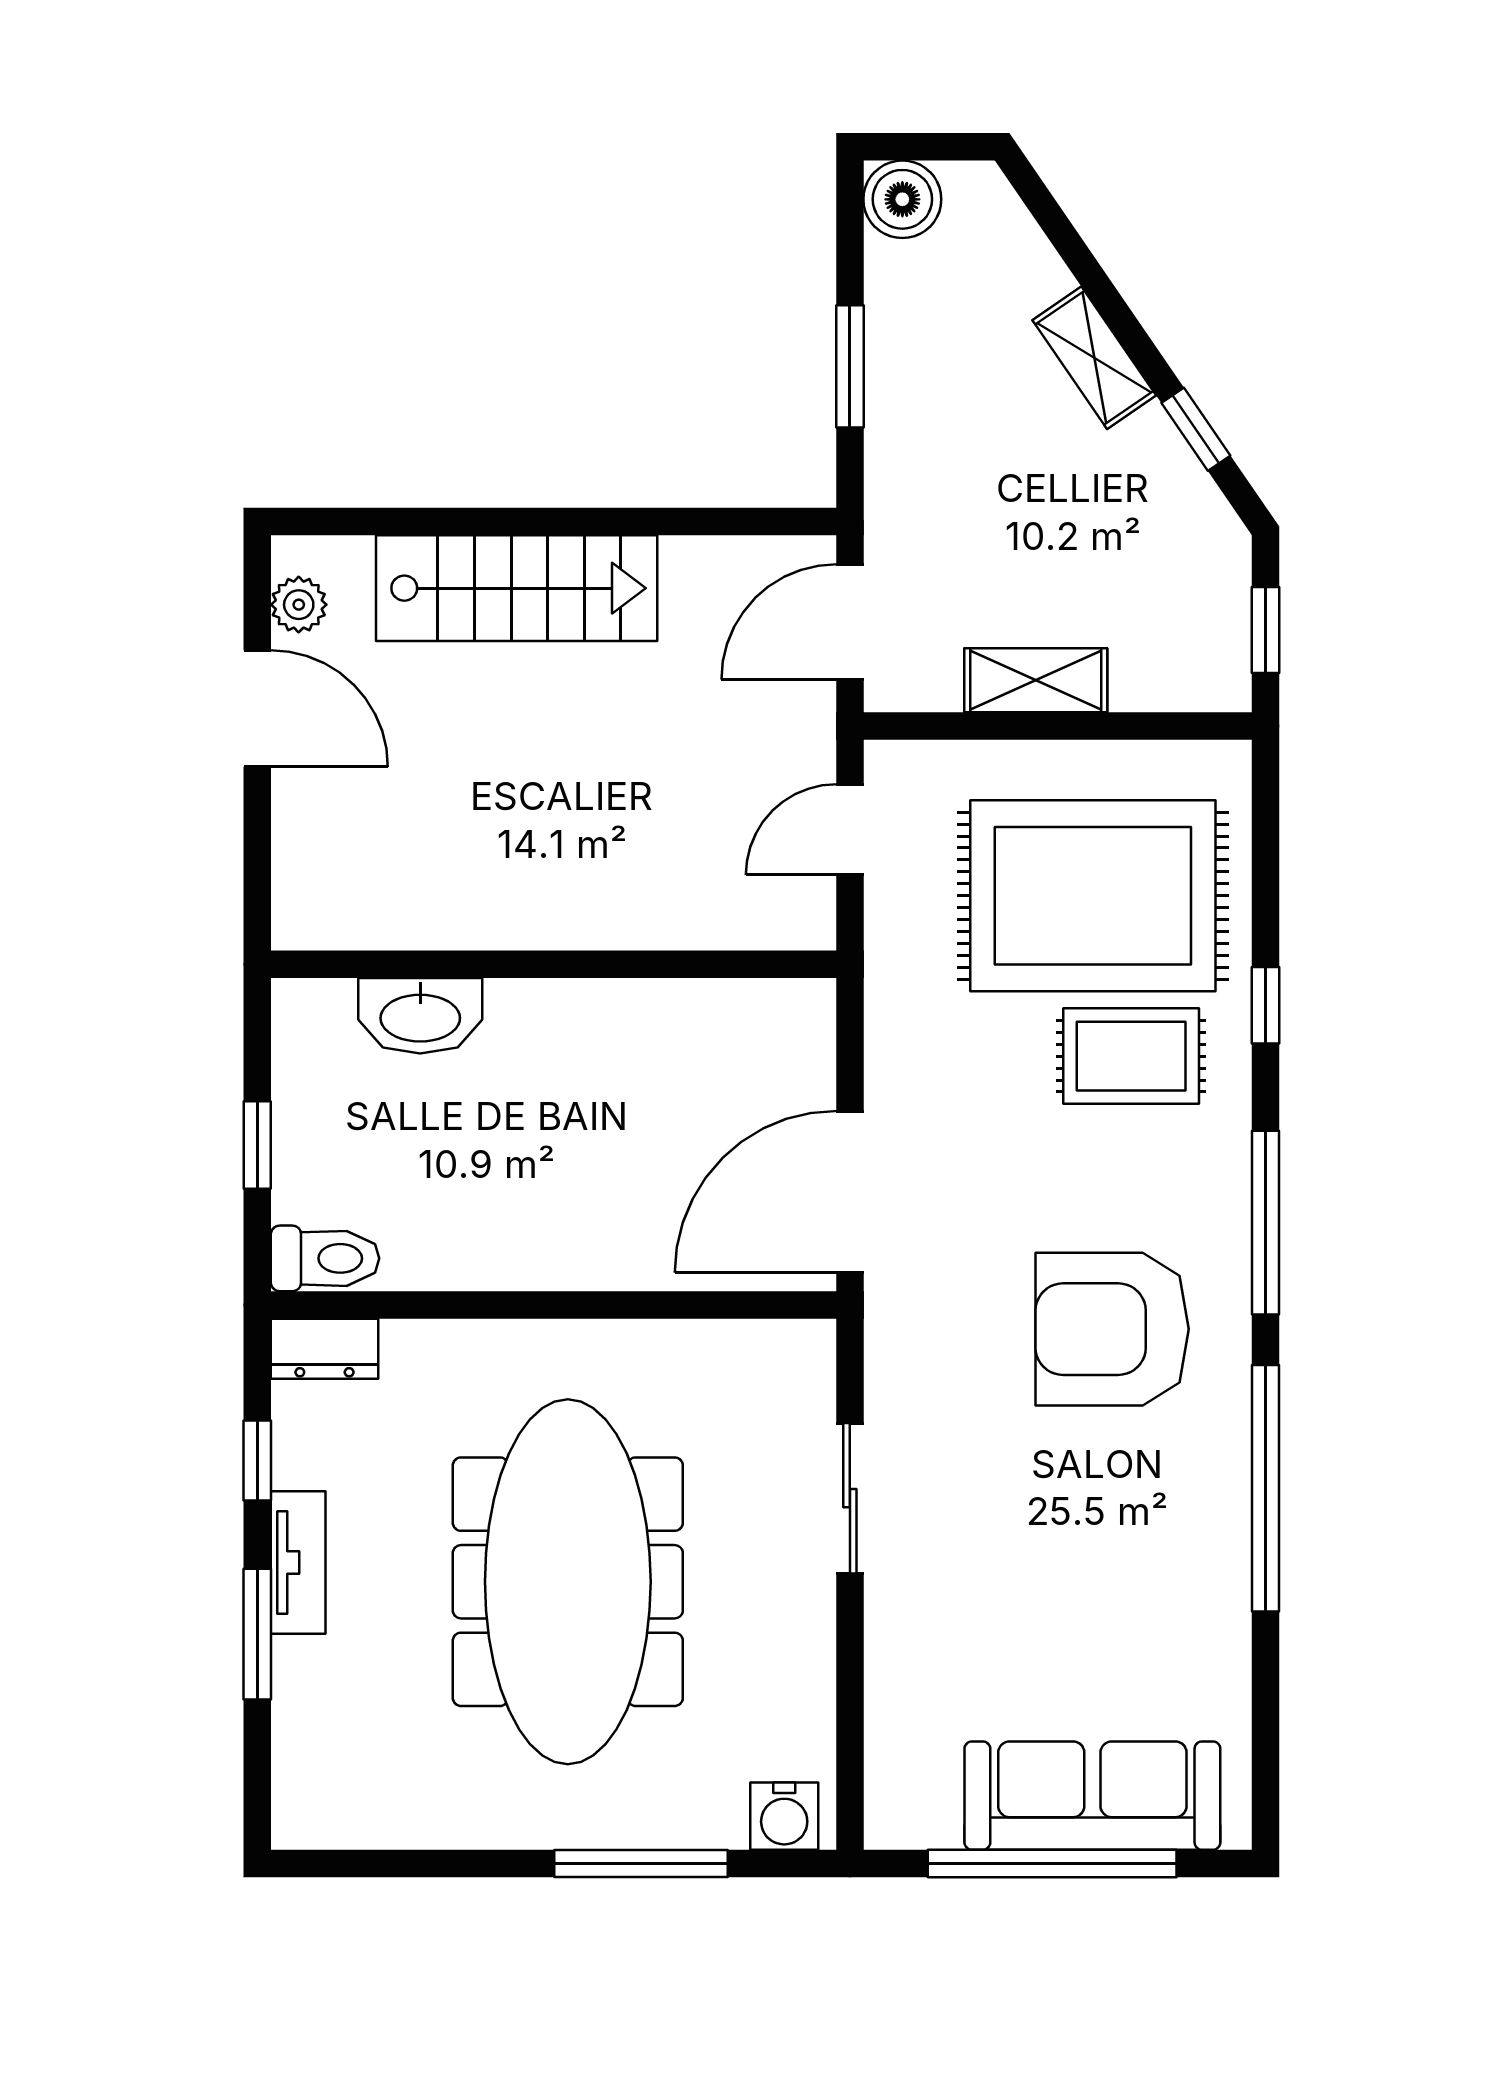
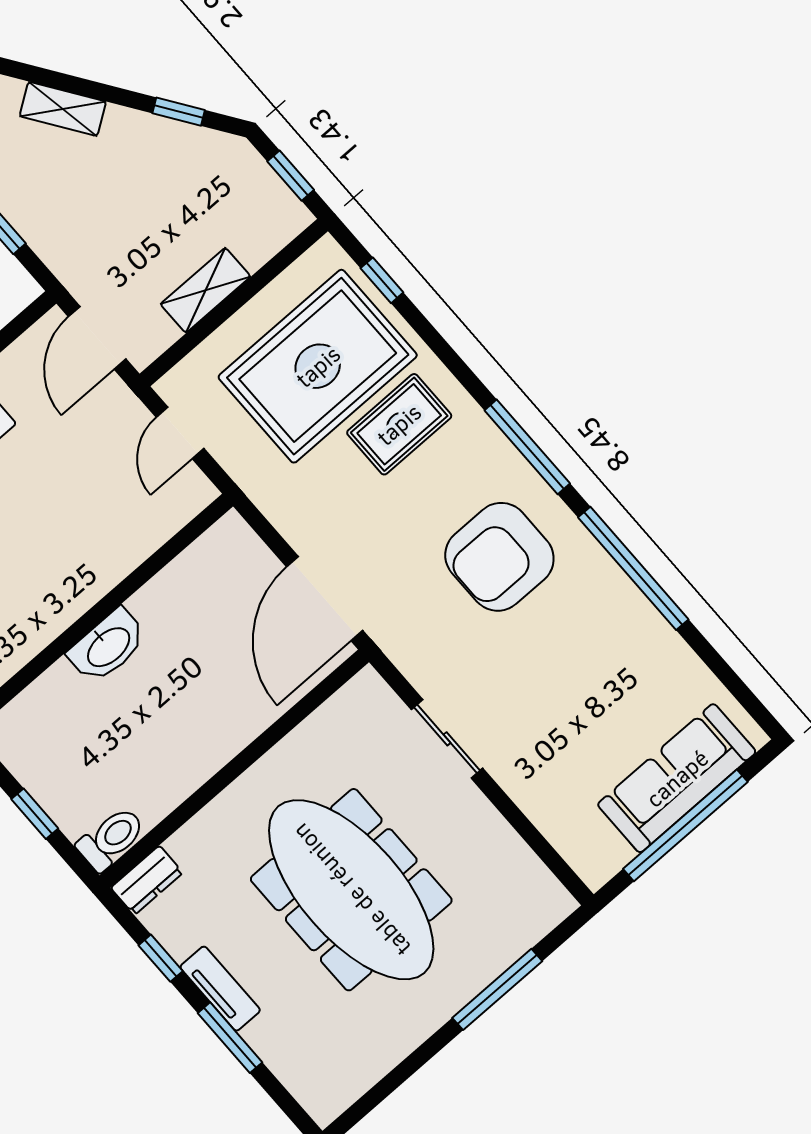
shelving: (1094, 358) -> (63, 109), moved
window: (1265, 1005) -> (382, 280), moved
washbasin: (420, 1016) -> (108, 646), moved
water cooler: (784, 1816) -> (544, 911), removed

